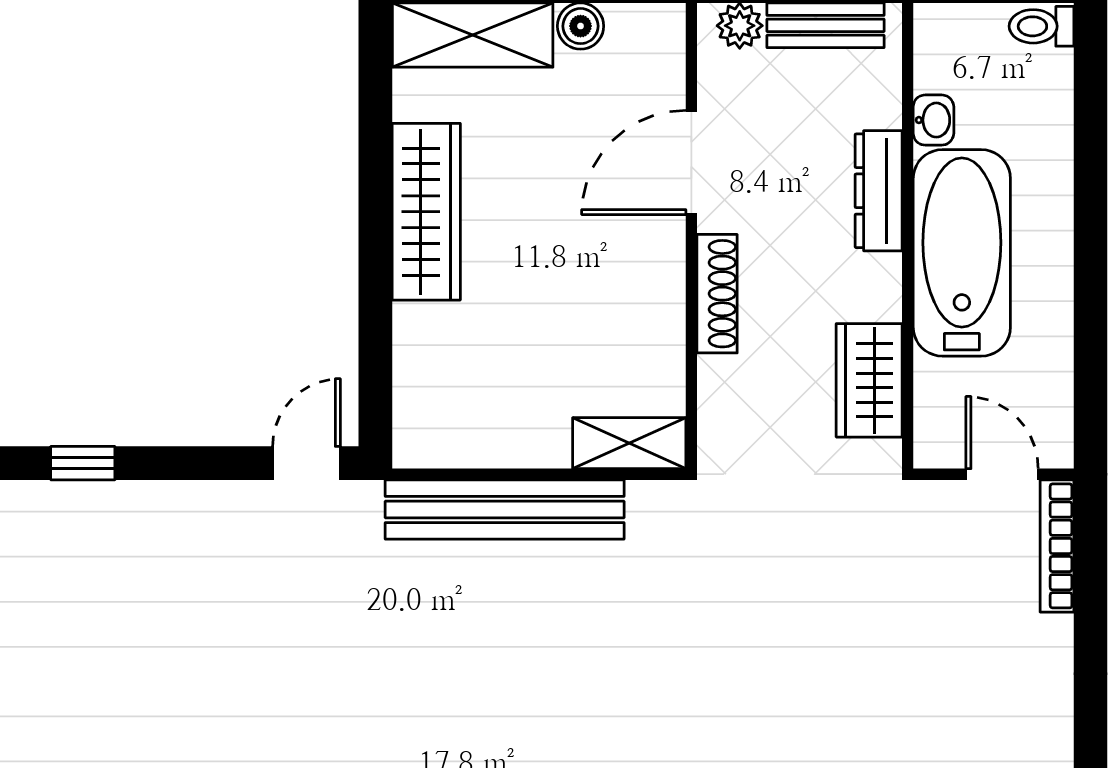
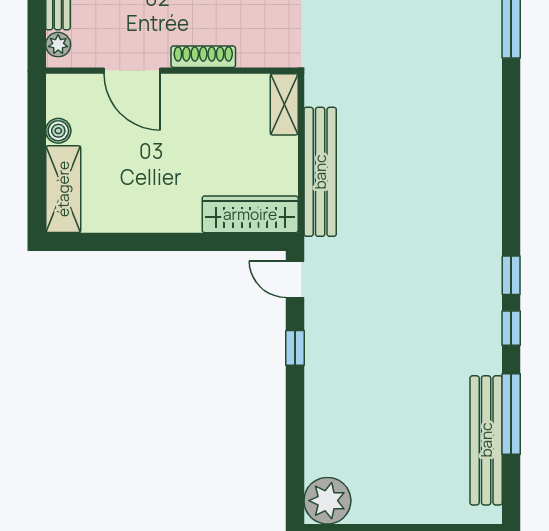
wardrobe: (426, 212) -> (250, 214), moved
window: (83, 463) -> (295, 348), moved

